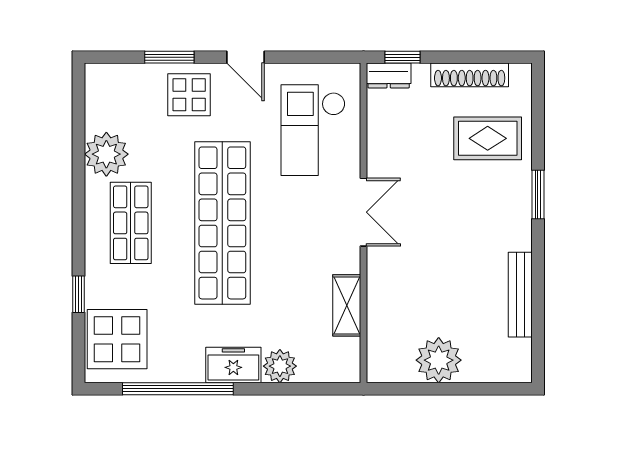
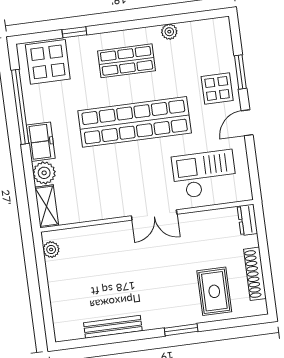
window: (403, 57) -> (261, 227), removed
plant: (106, 154) -> (169, 32), width x0.53, depth x0.53
shelving: (347, 305) -> (47, 206), moved, turned 90
plant: (439, 360) -> (51, 249), moved, width x0.53, depth x0.53

